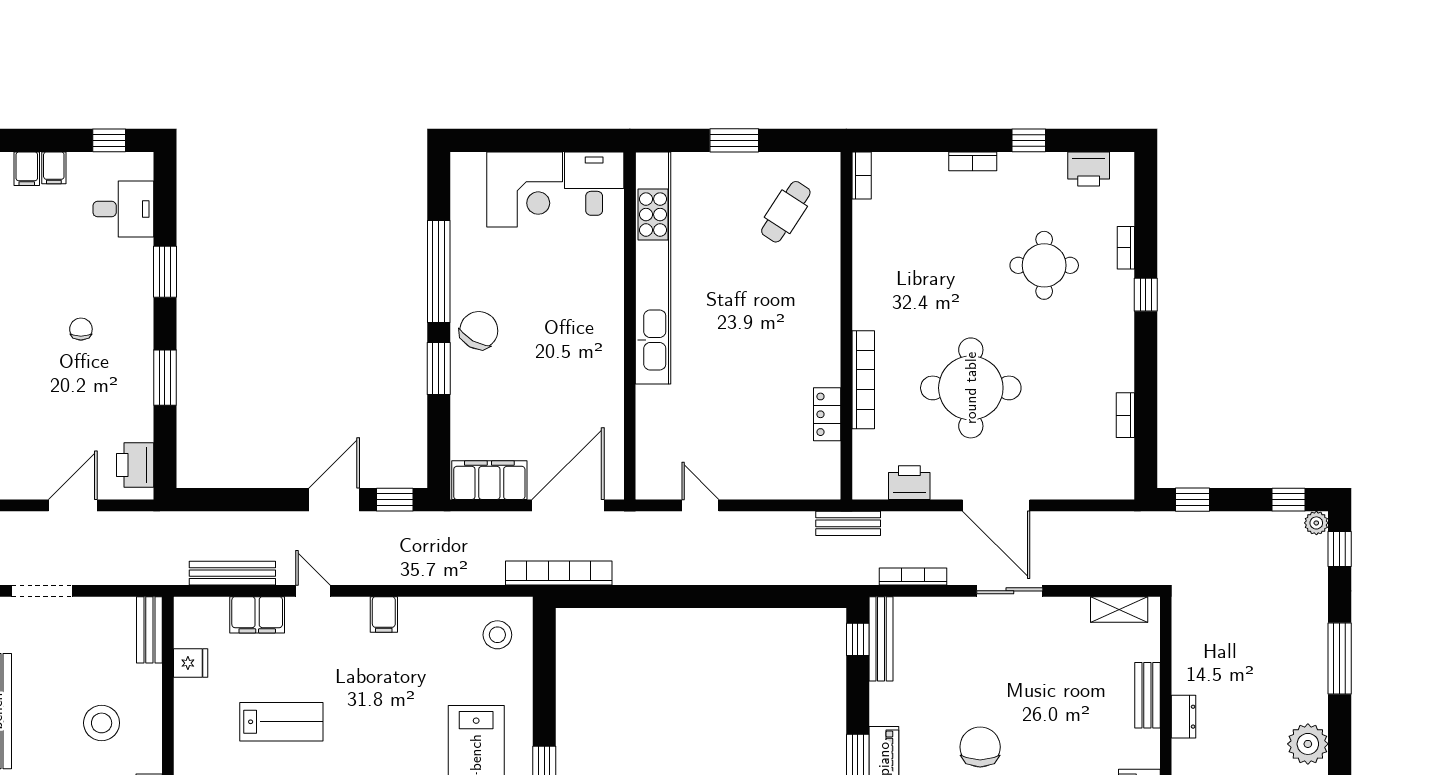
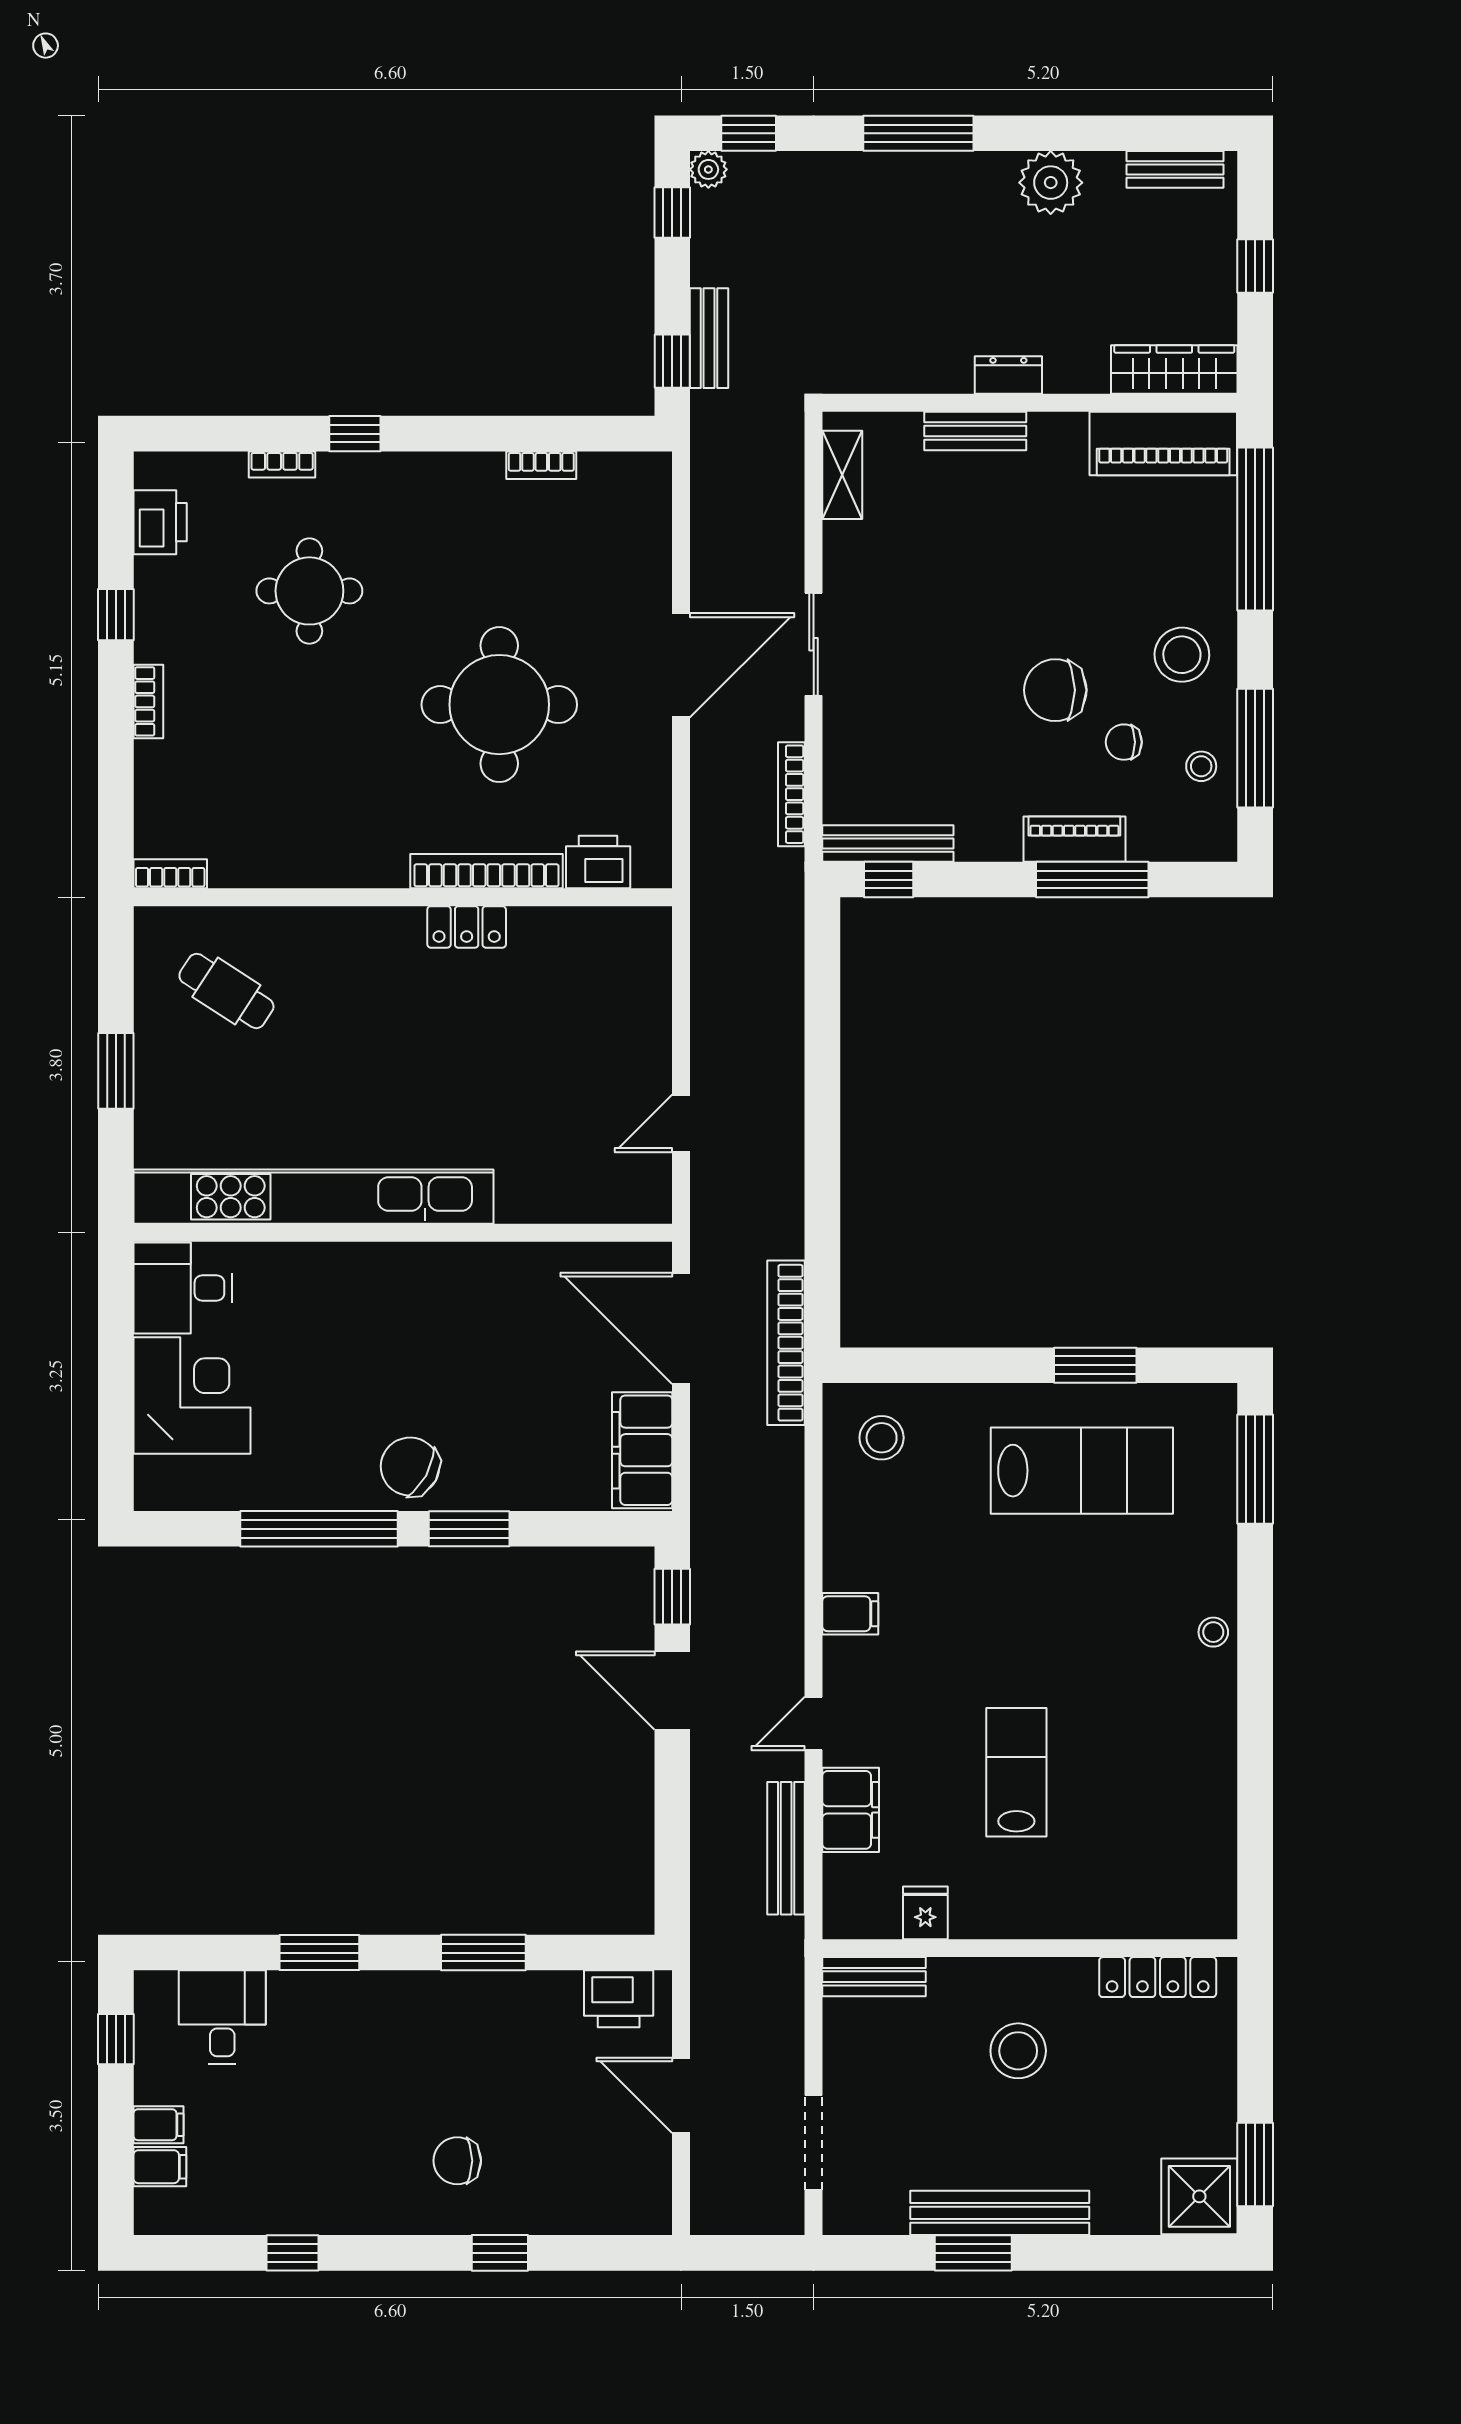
chair: (81, 329) -> (457, 2161), moved, width x1.37, depth x1.37
locker: (827, 414) -> (467, 927), moved
printer: (909, 483) -> (598, 862), moved, turned 90
bench: (848, 523) -> (709, 338), moved

